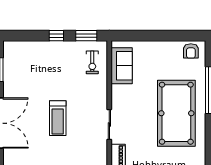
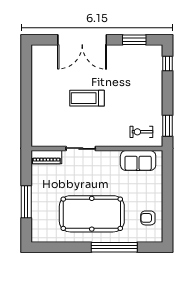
window: (56, 36) -> (167, 64), moved
armchair: (191, 51) -> (148, 218), moved

